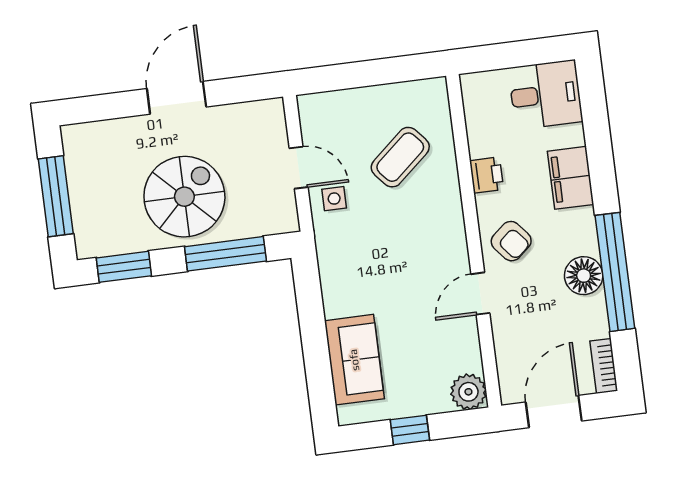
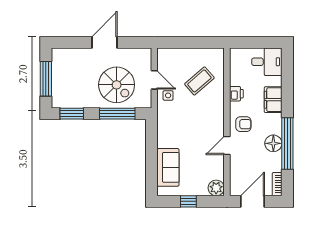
spiral stairs: (184, 197) -> (117, 85), moved, turned 90
armchair: (511, 241) -> (243, 124), turned -50

